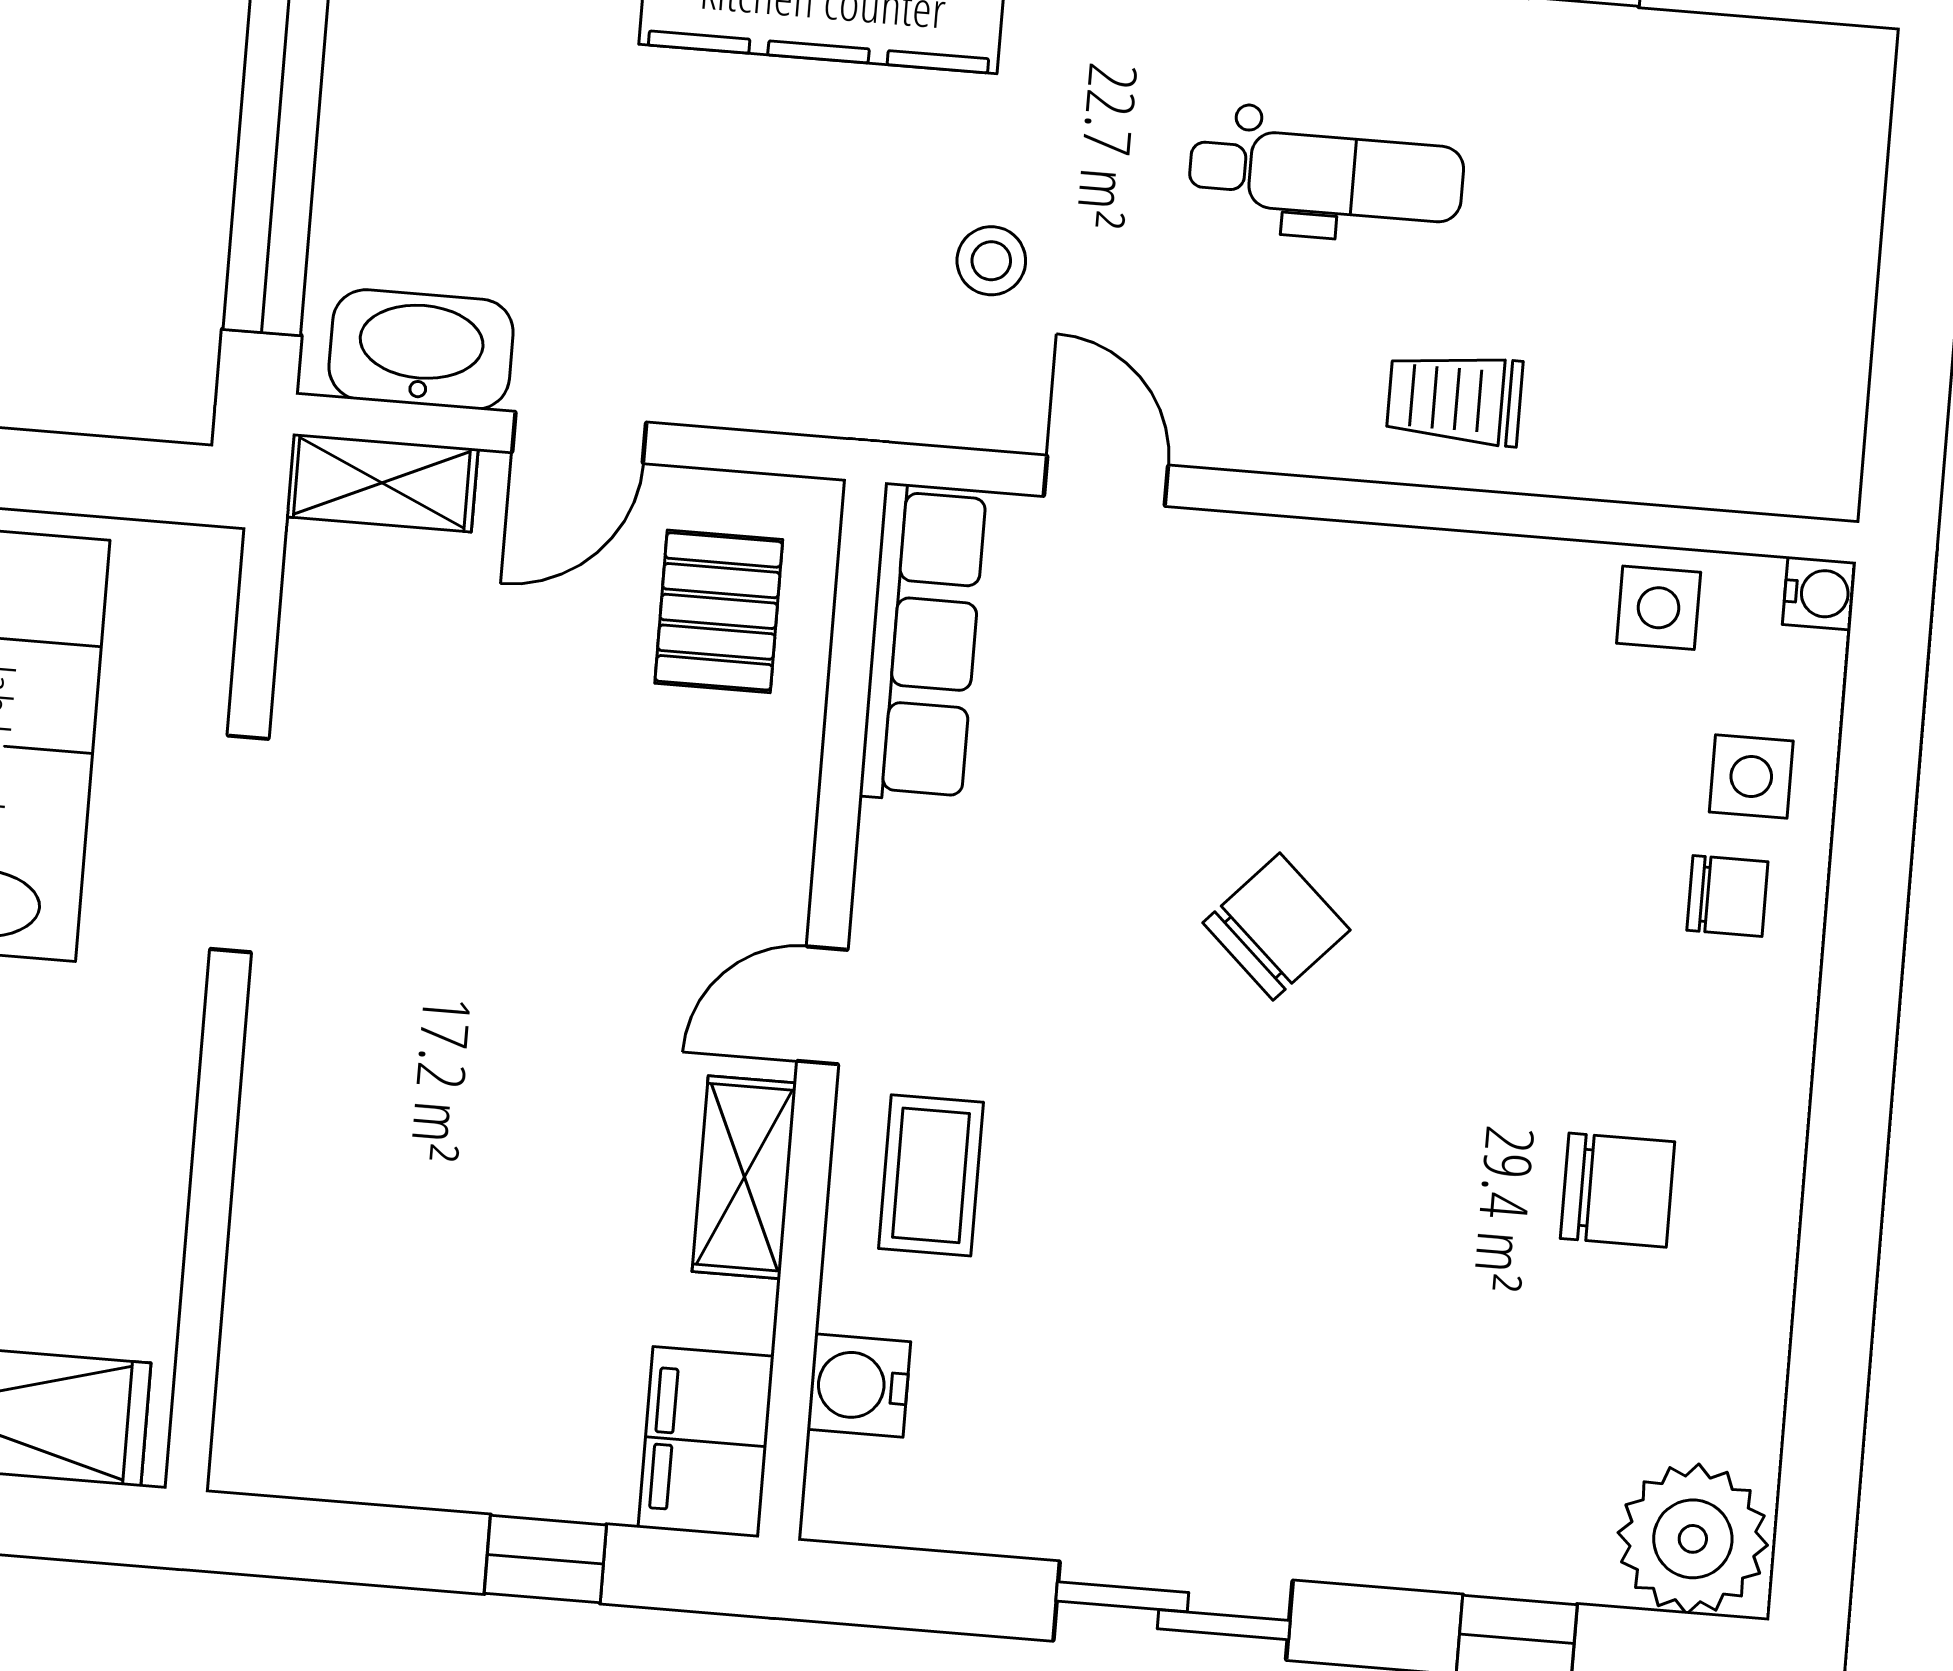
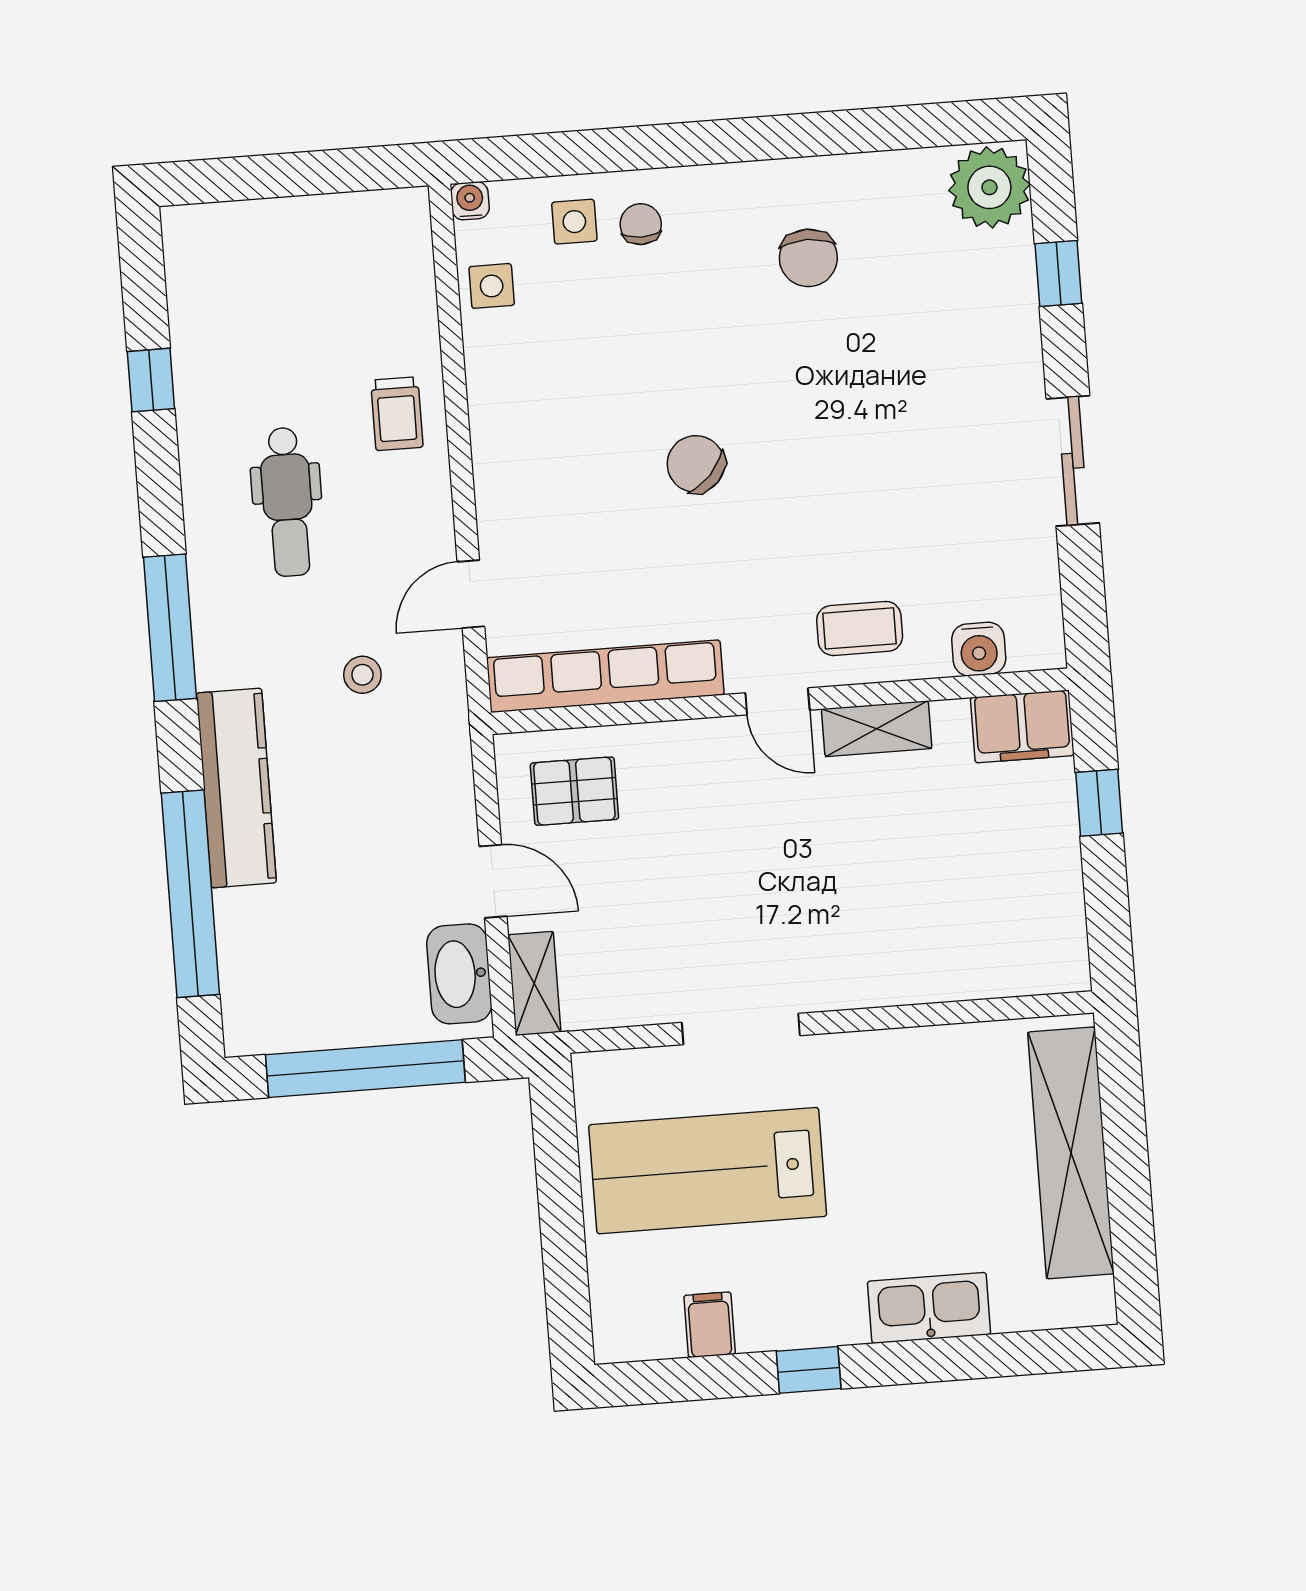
dental chair: (1326, 175) -> (287, 502), turned 180
row of seats: (923, 643) -> (605, 676), width x1.36
chair: (1618, 1190) -> (808, 258), turned 180

